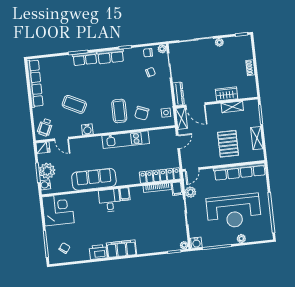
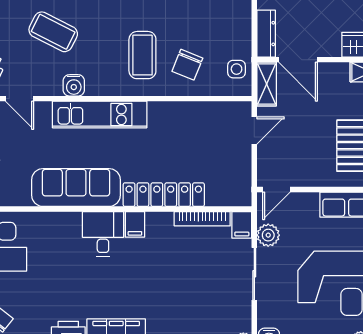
kitchen unit: (126, 140) -> (100, 114), moved
locker: (160, 175) -> (164, 195), moved

